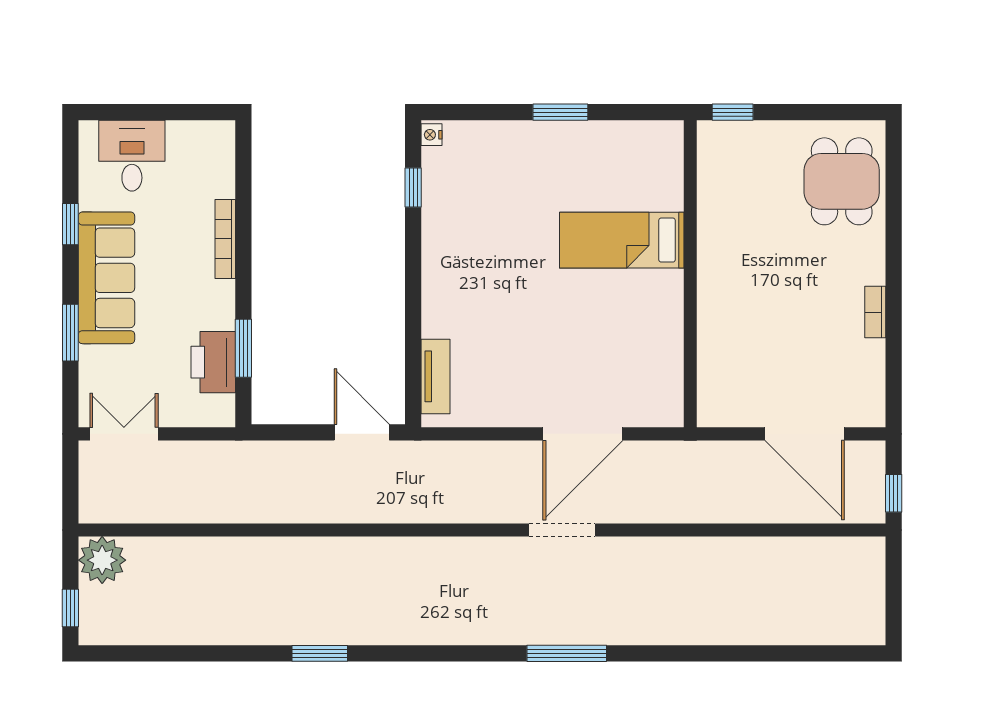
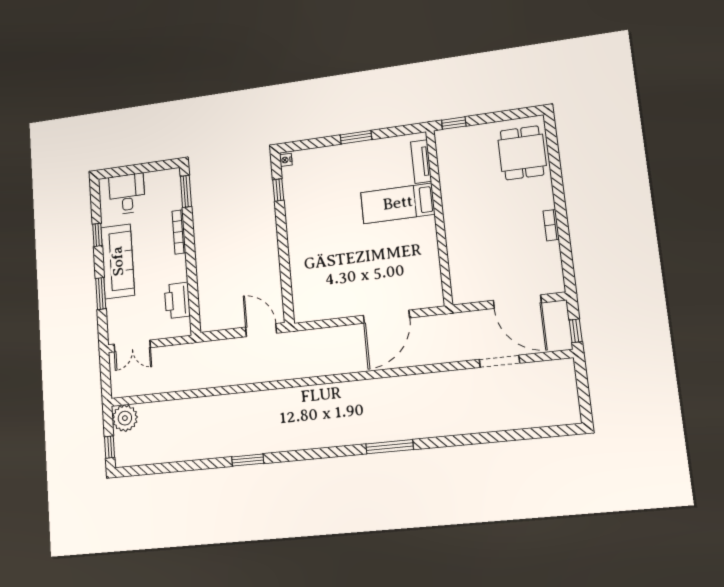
window: (243, 348) -> (186, 191), moved
tv unit: (435, 376) -> (421, 162), moved, turned 180
double door: (124, 434) -> (132, 346), swing flipped
doorway: (562, 530) -> (500, 361), moved

